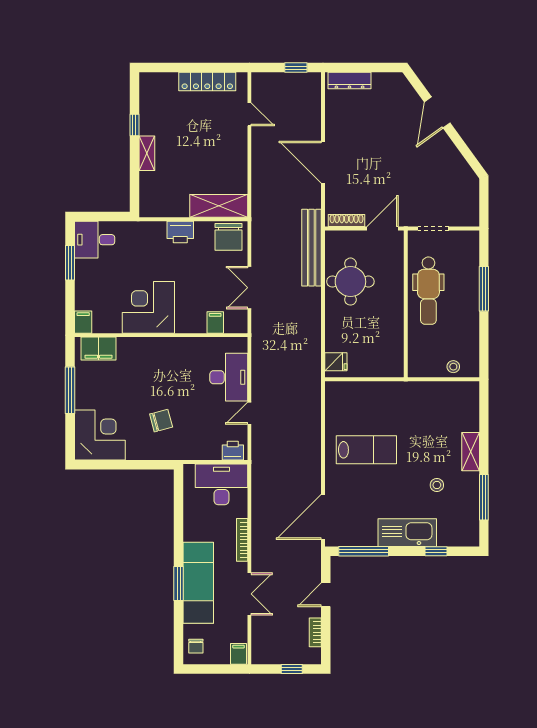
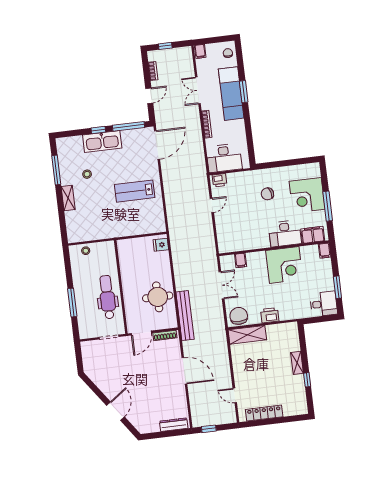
desk: (229, 377) -> (285, 234), moved, turned -90
corner desk: (100, 435) -> (307, 195), moved
window: (436, 551) -> (98, 130), moved

